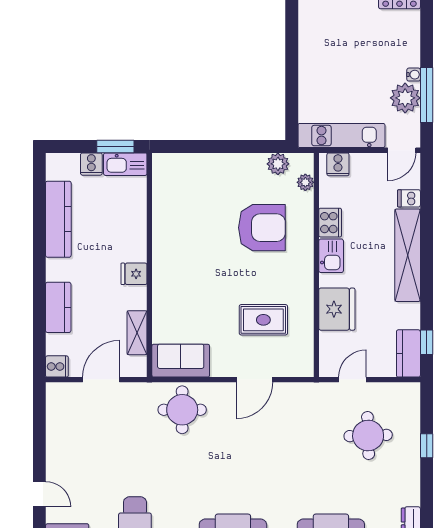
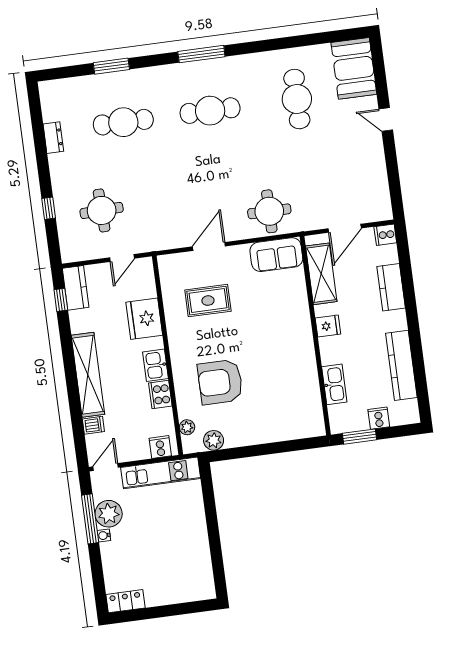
kitchen sink: (125, 164) -> (334, 384), moved, turned 90
shelving: (137, 333) -> (321, 274), width x1.50, depth x1.33

